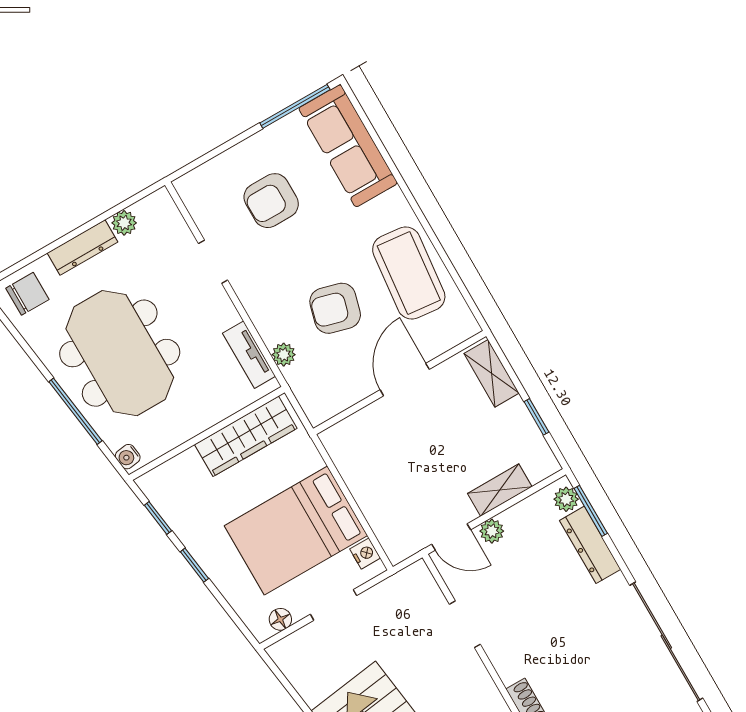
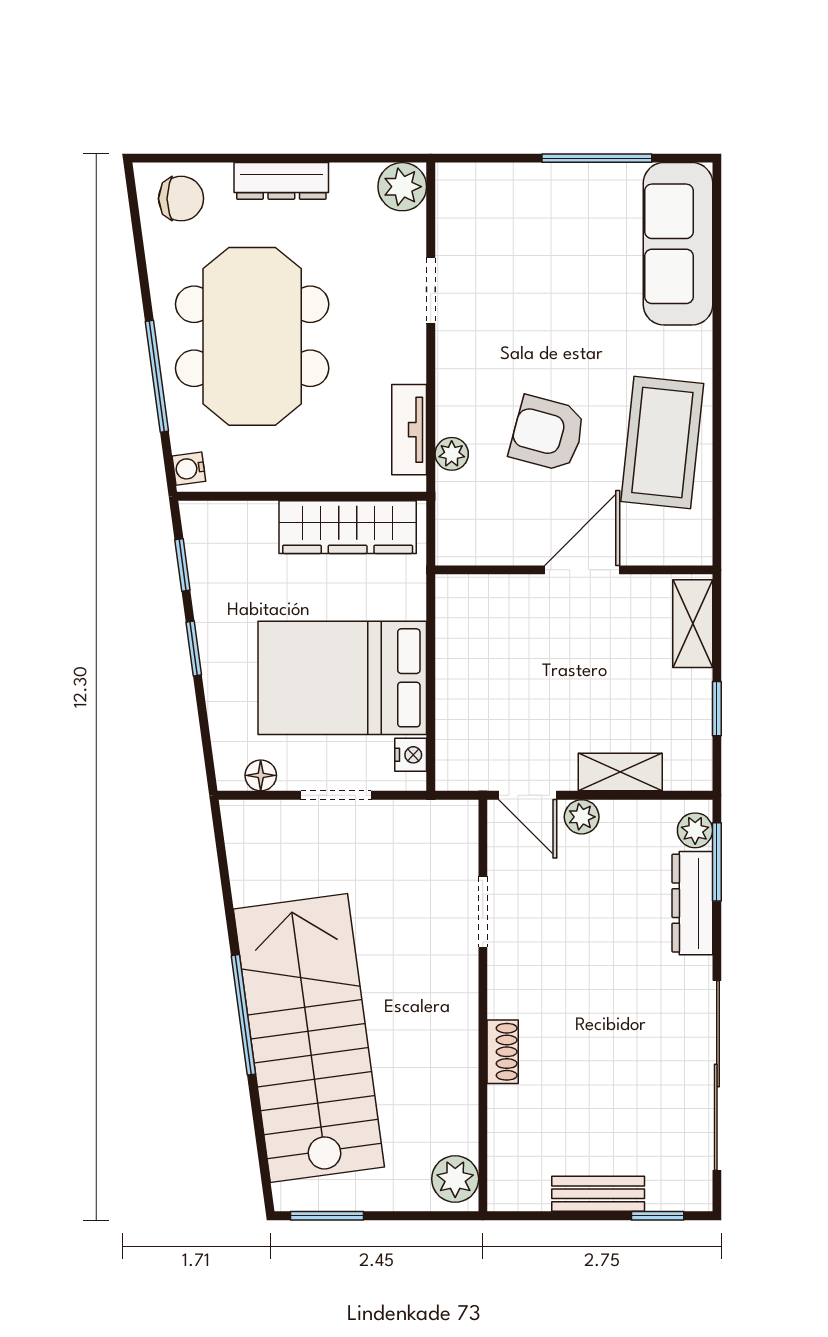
window: (295, 106) -> (597, 158), moved
armchair: (271, 201) -> (545, 257), removed
plant: (124, 223) -> (402, 187), moved, width x1.38, depth x1.38

